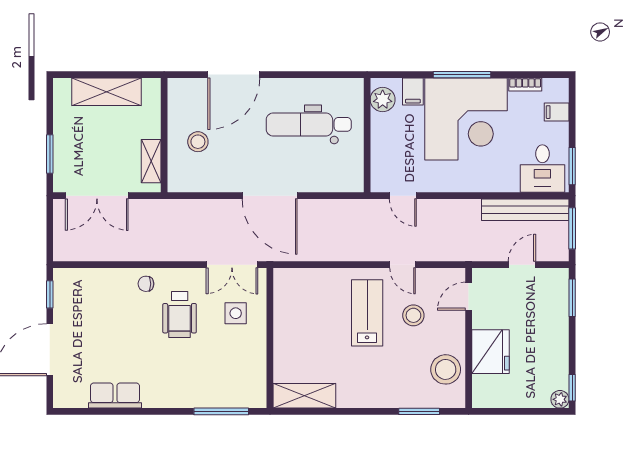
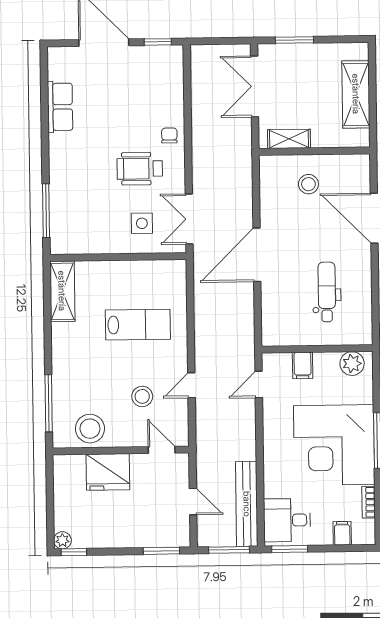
filing cabinet: (413, 92) -> (303, 366), moved, turned -90
dental chair: (309, 124) -> (327, 292), width x0.73, depth x0.72
lab bench: (367, 313) -> (138, 325), moved
window: (419, 411) -> (49, 403), width x1.44

